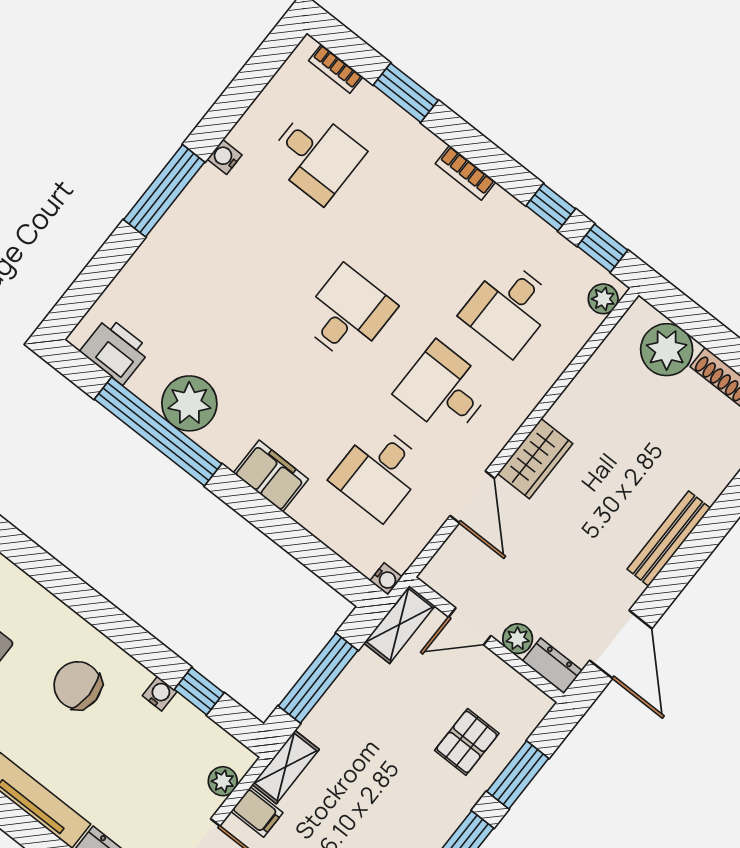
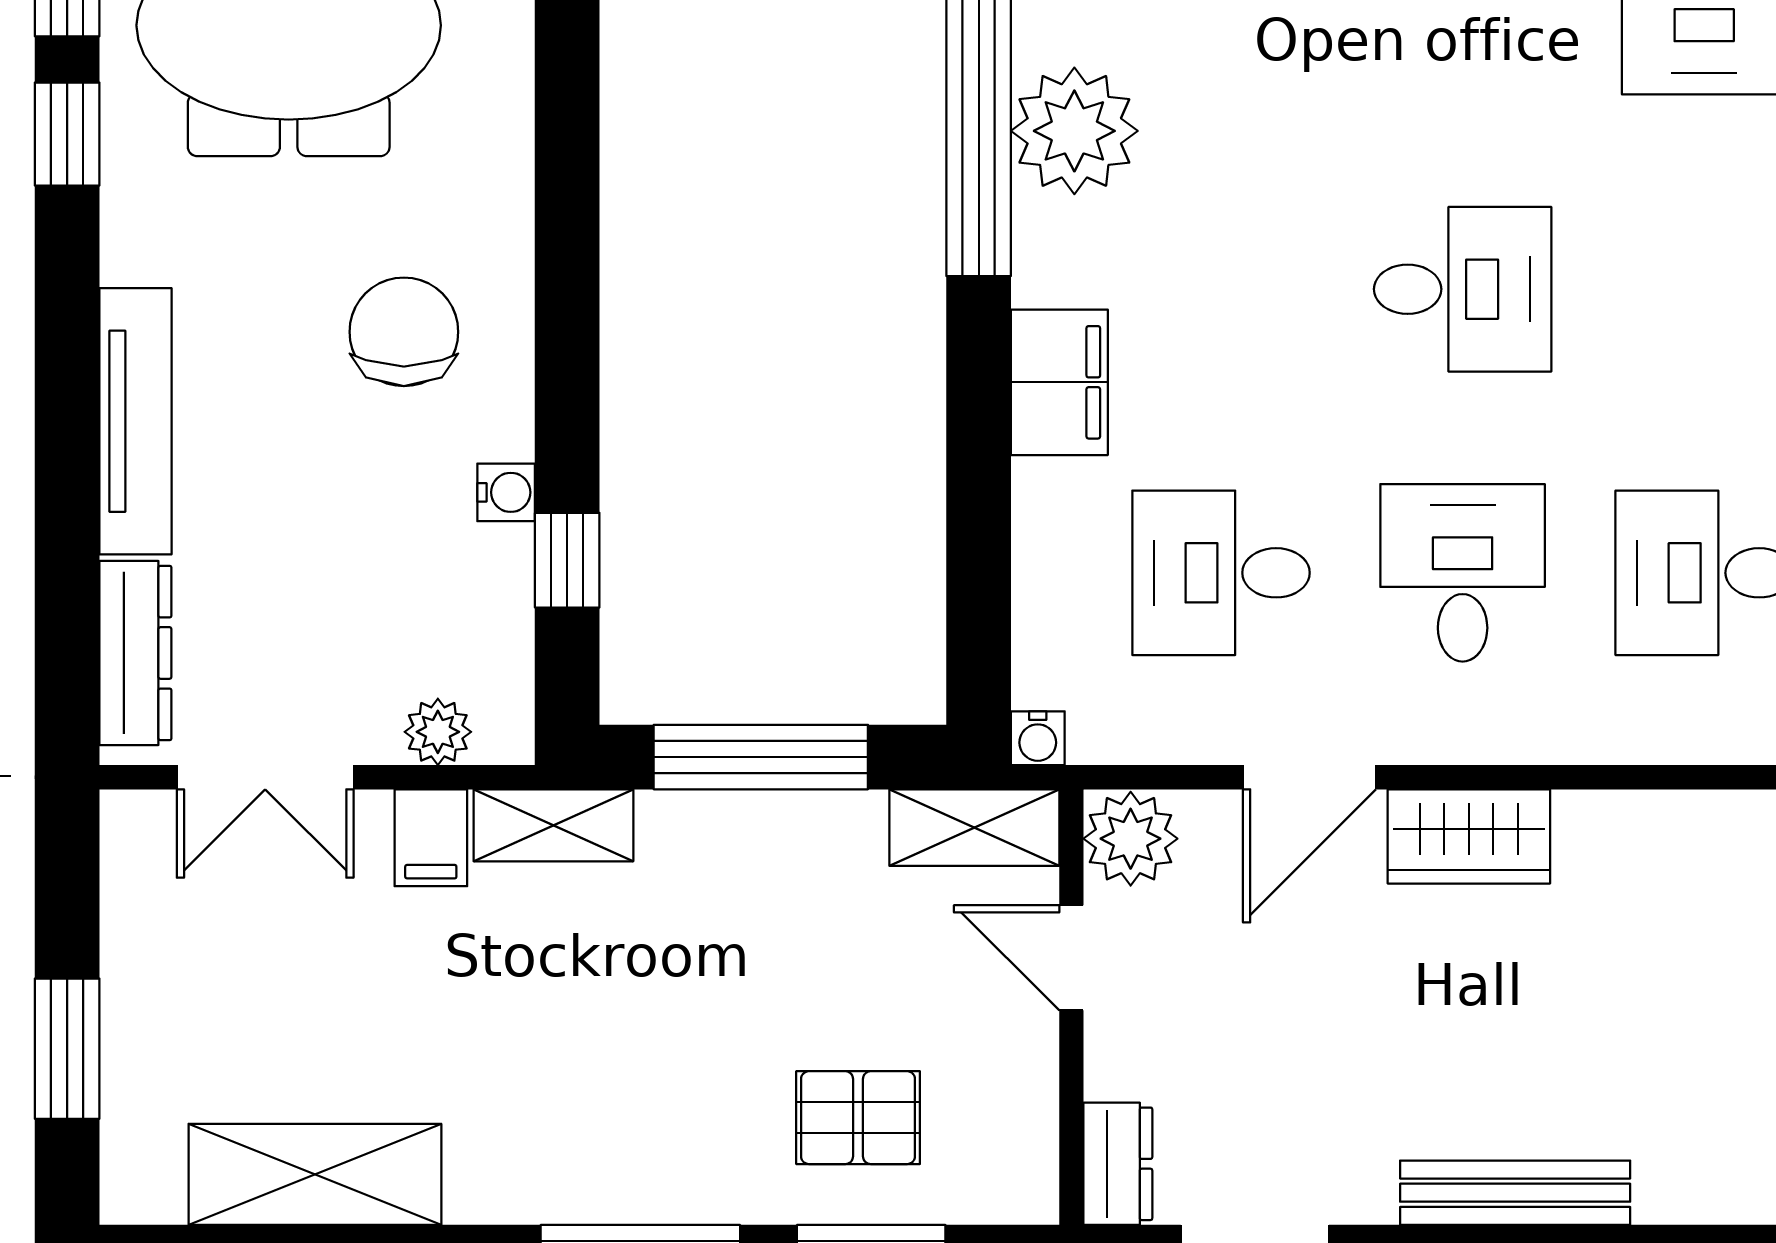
plant: (518, 639) -> (1131, 839), moved, width x1.38, depth x1.38

